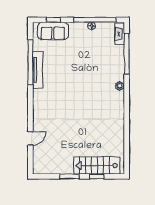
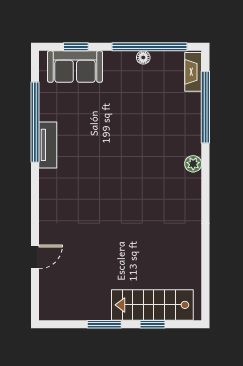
tv unit: (38, 70) -> (48, 145), width x0.71

